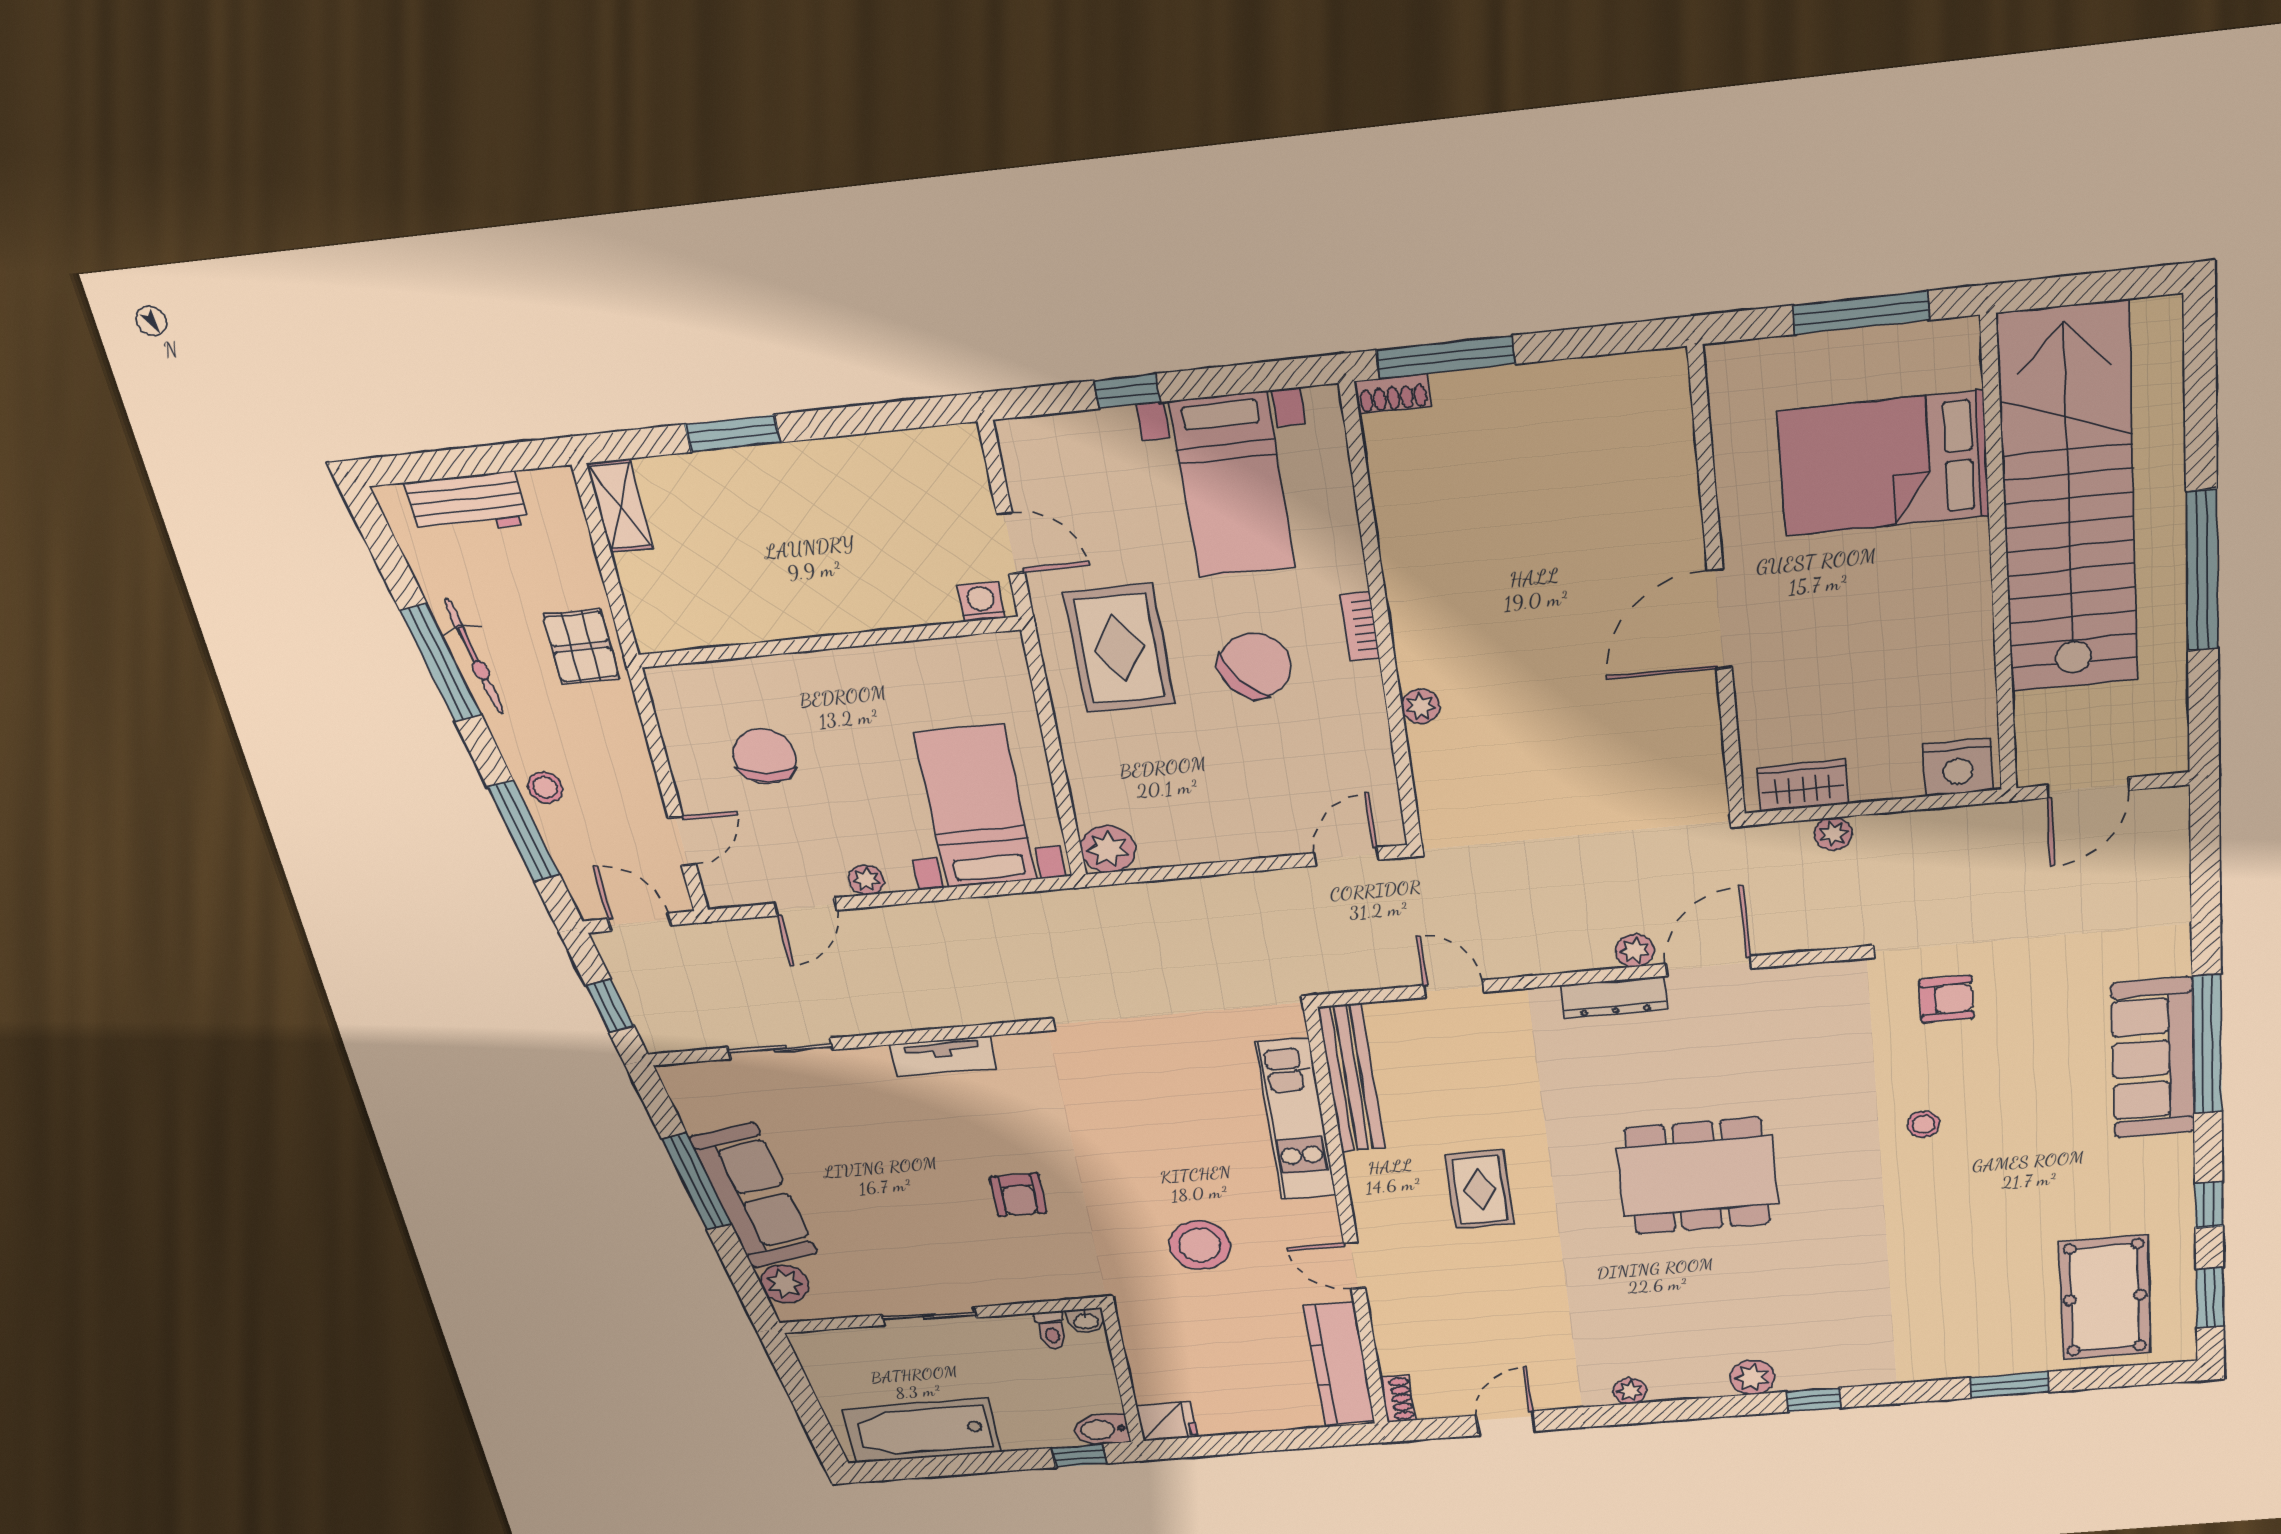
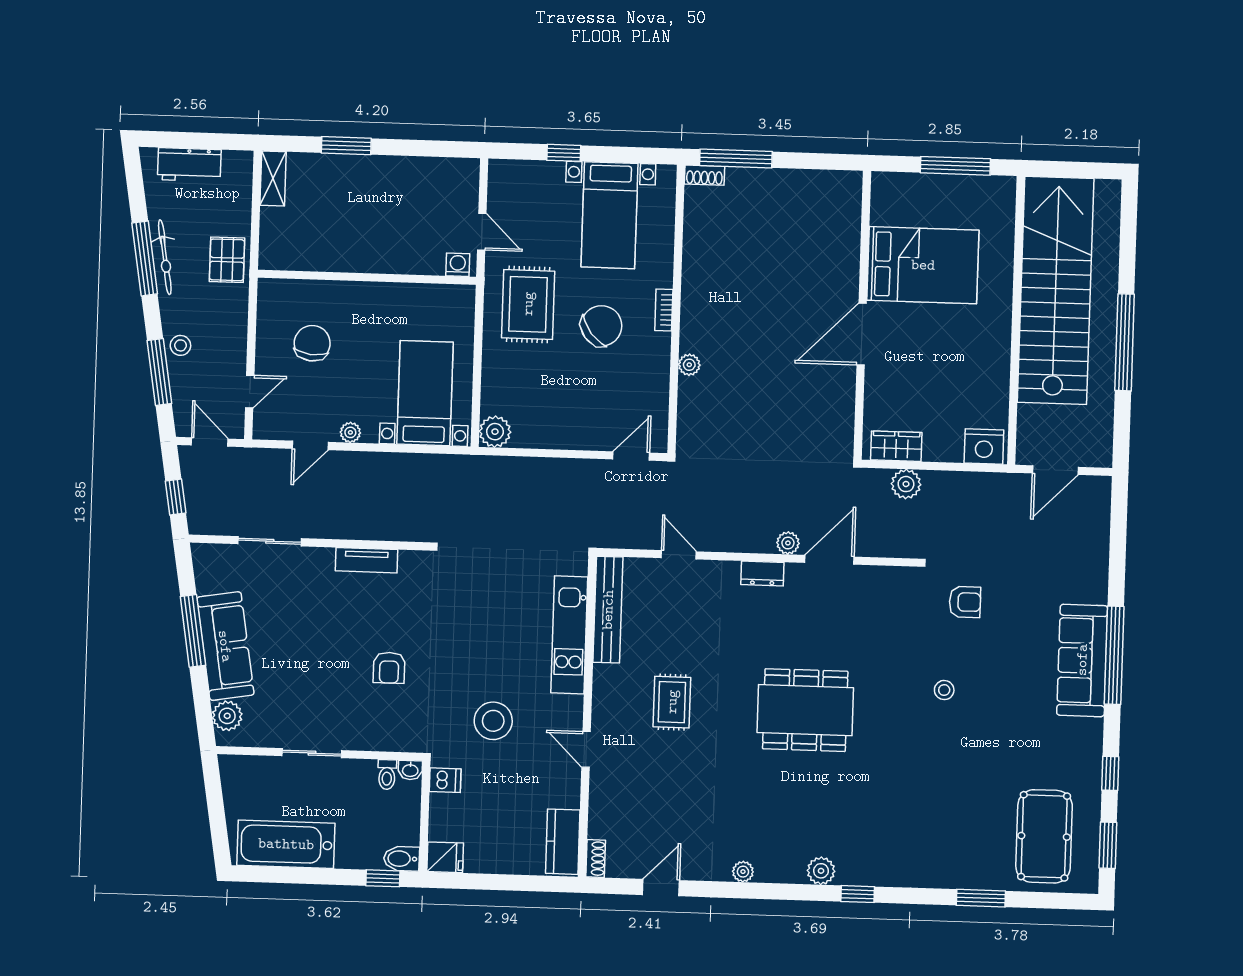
bed: (1884, 464) -> (923, 265), moved, turned 180
plant: (1833, 834) -> (906, 484), width x1.38, depth x1.38
dresser: (1614, 997) -> (762, 574), width x0.70
dishwasher: (1143, 1328) -> (445, 780), added
kitchen counter: (1339, 1364) -> (563, 842), width x0.67

